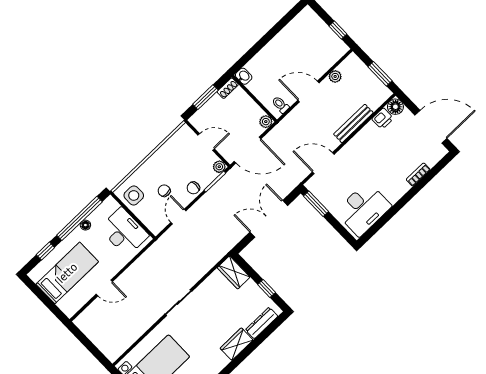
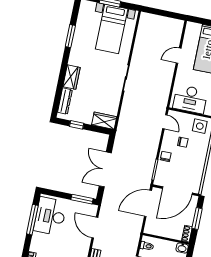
plant: (266, 122) -> (149, 229), removed
door: (206, 142) -> (177, 191), width x1.87
door: (323, 163) -> (95, 228), swing flipped
plant: (219, 167) -> (159, 181), removed
door: (178, 217) -> (165, 122), moved
window: (385, 218) -> (32, 220), added
double door: (269, 219) -> (105, 169), swing flipped

